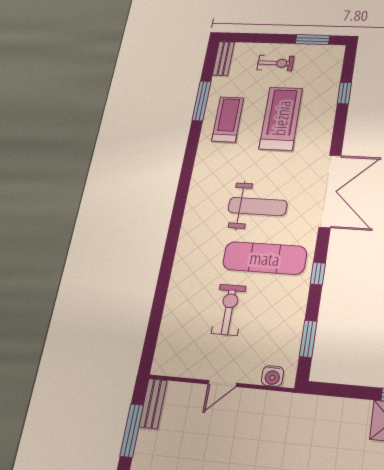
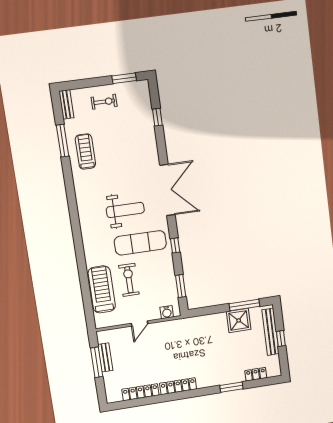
treadmill: (281, 118) -> (102, 289), moved
bench: (153, 404) -> (105, 357), moved

